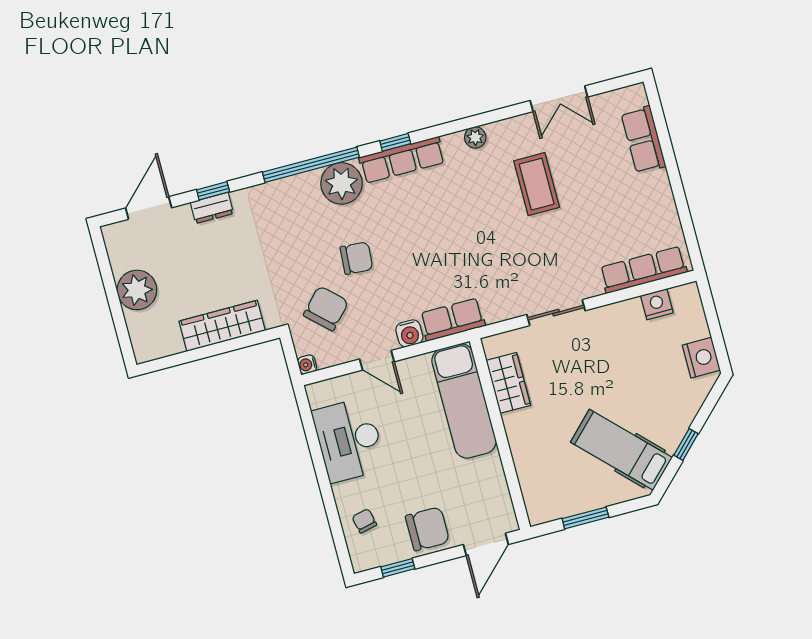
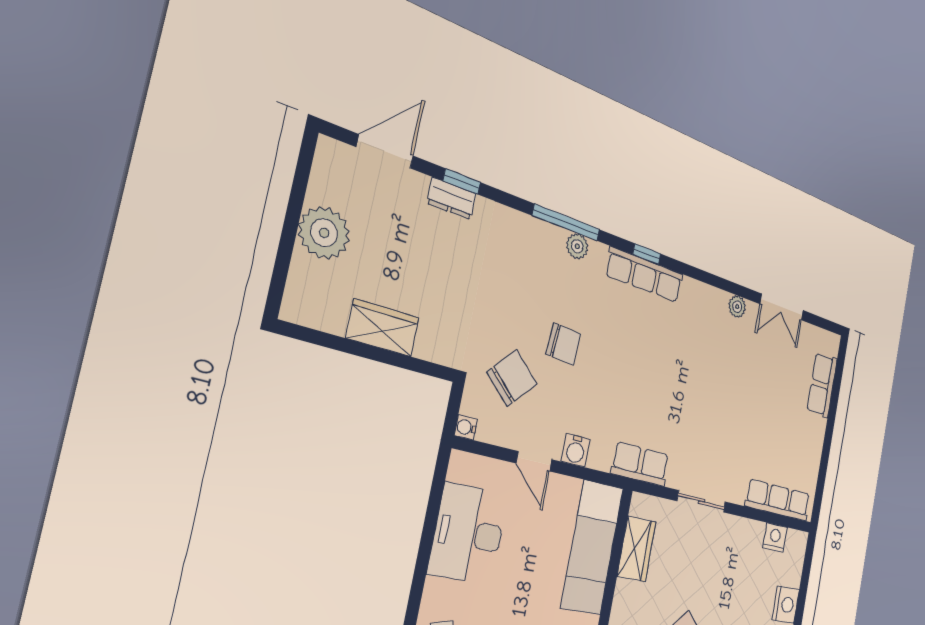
plant: (475, 137) -> (737, 307), moved
window: (311, 165) -> (566, 223), width x0.68
plant: (342, 183) -> (577, 246), width x0.53, depth x0.53
coffee table: (537, 184) -> (736, 372), removed
row of seats: (452, 320) -> (640, 464), moved
wardrobe: (222, 326) -> (383, 328), width x0.67

